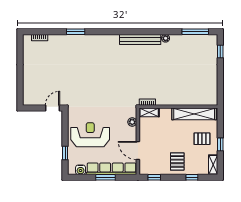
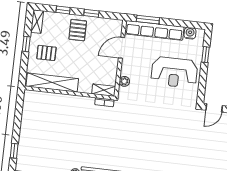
door: (138, 151) -> (122, 48), swing flipped
window: (106, 177) -> (148, 20), moved
window: (154, 177) -> (91, 13), moved

